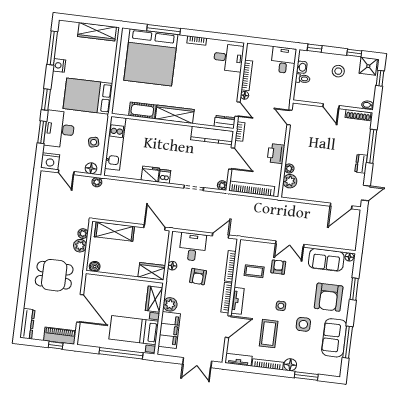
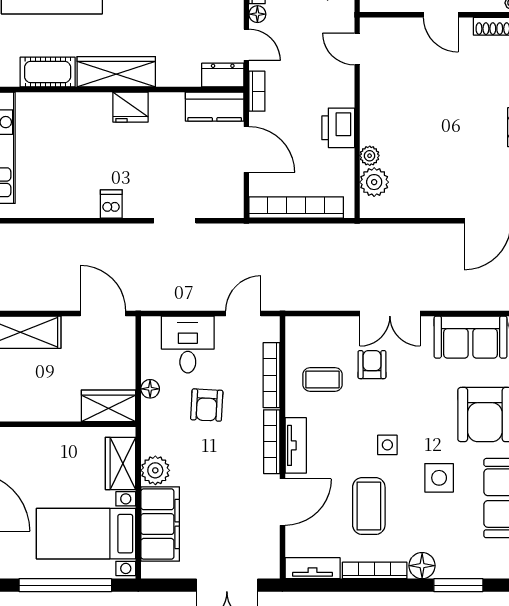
kitchen counter: (212, 136) -> (215, 107), width x0.67
fridge: (150, 174) -> (131, 107), moved, turned 180
plant: (222, 185) -> (234, 208), removed

